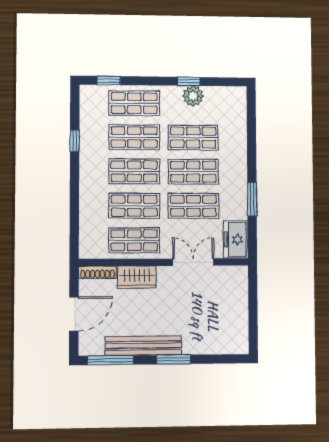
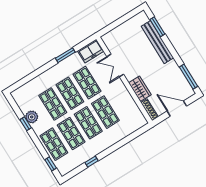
shop shelf: (134, 240) -> (123, 101), removed
bench: (143, 346) -> (157, 42), moved
window: (174, 359) -> (157, 27), moved

